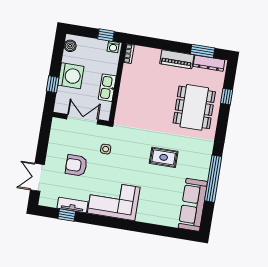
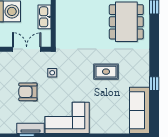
window: (213, 179) -> (154, 84), width x0.32

